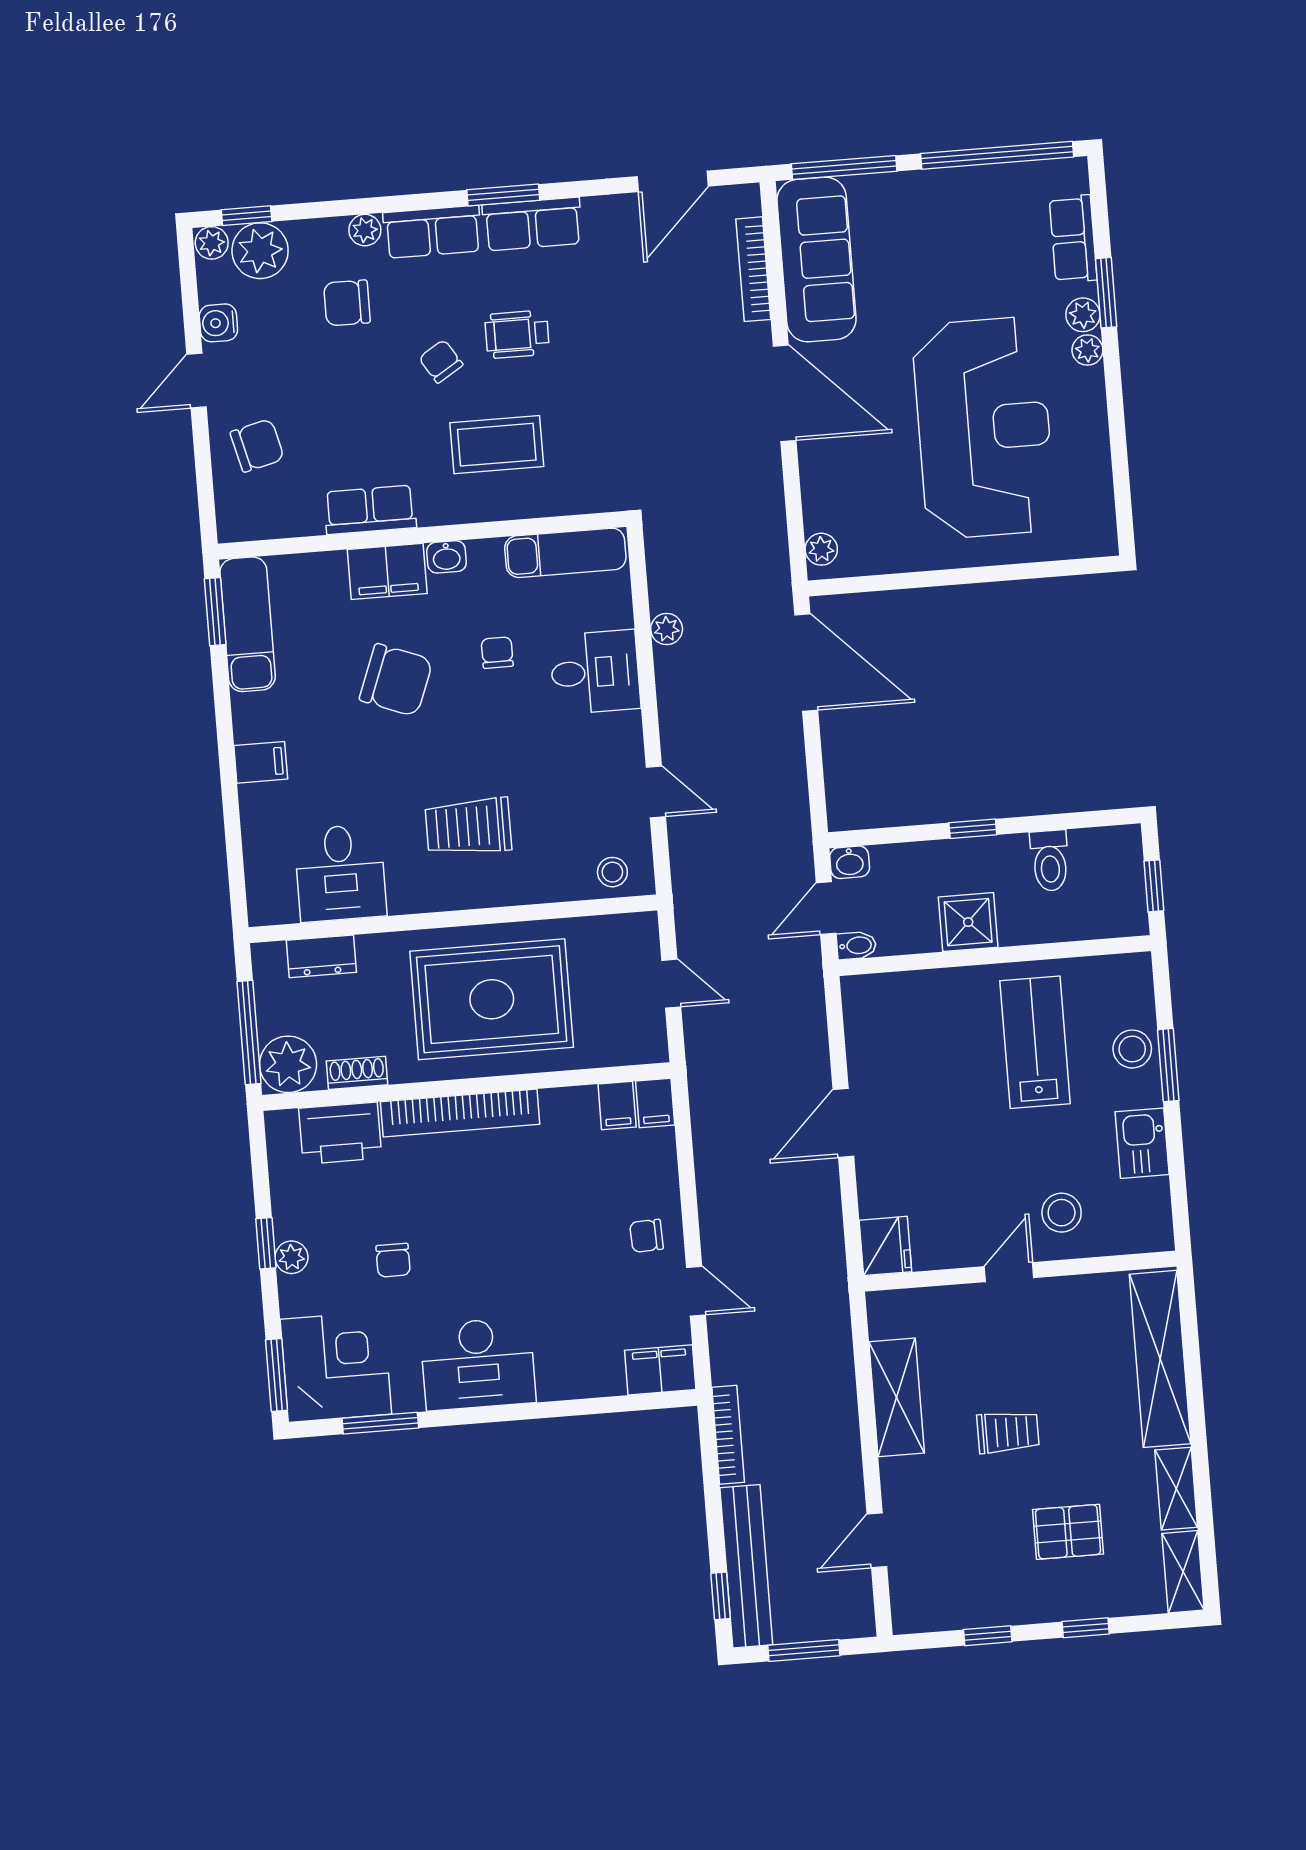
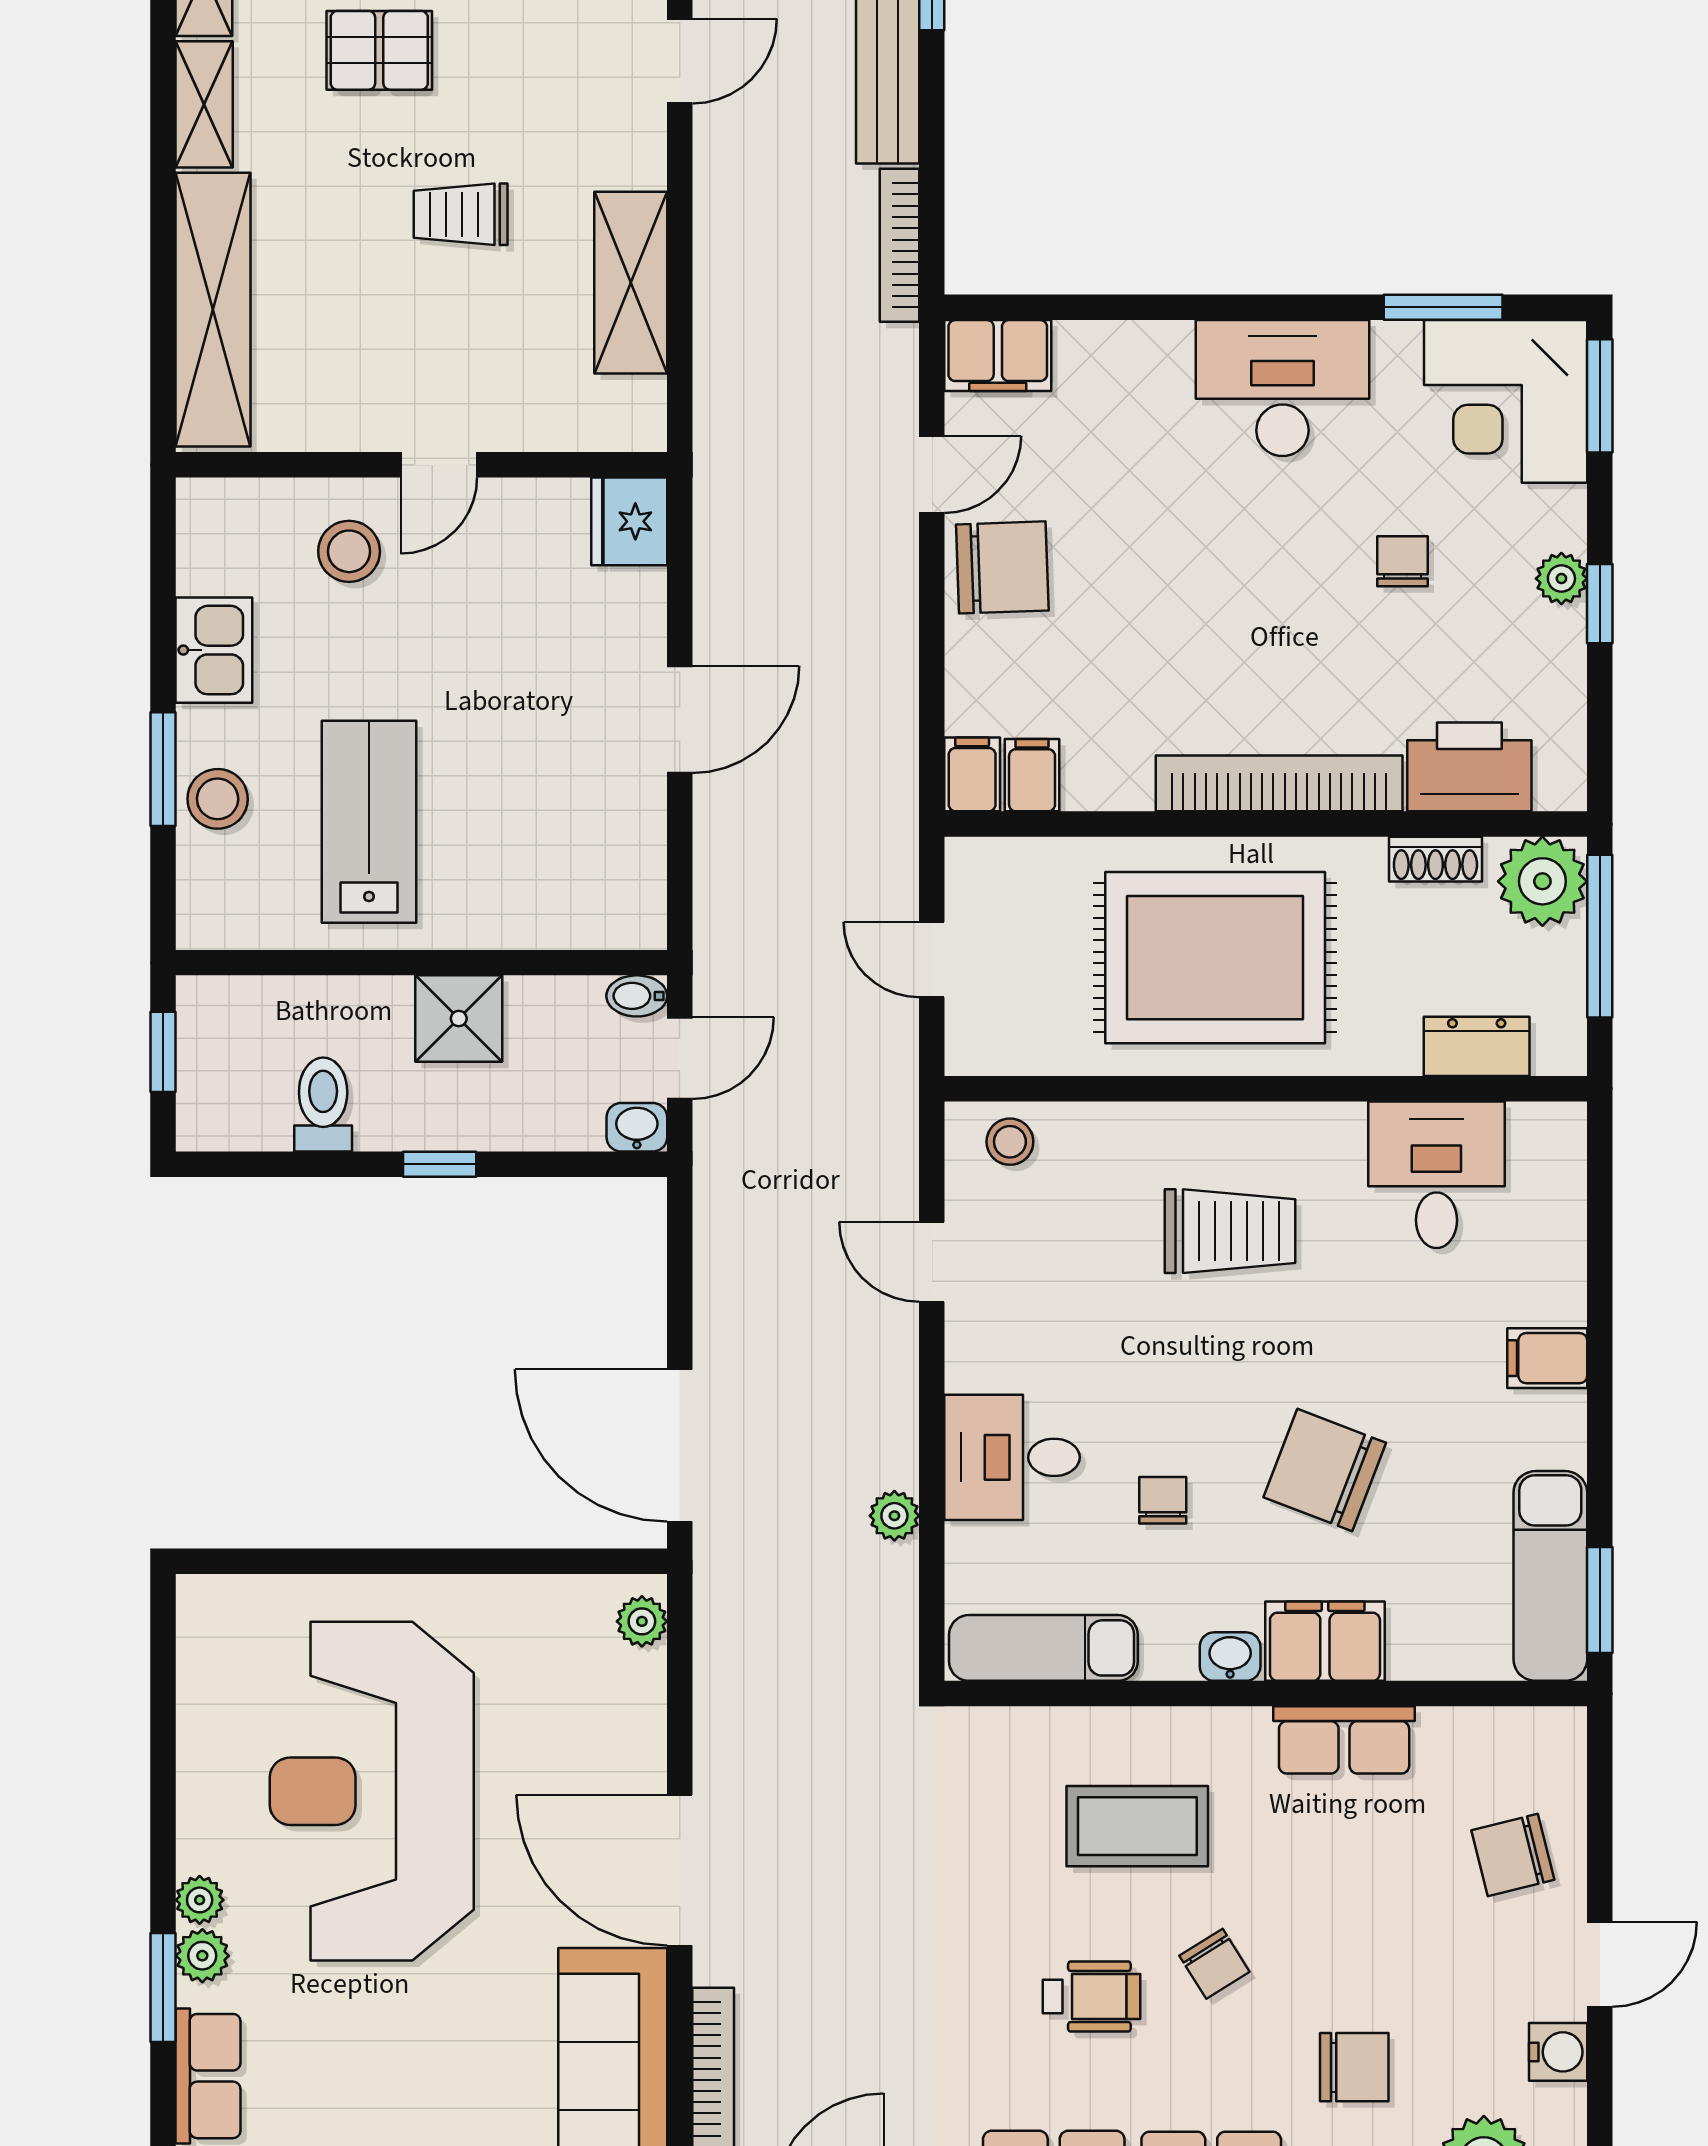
chair: (497, 653) -> (1163, 1500), turned 180
lab bench: (1035, 1042) -> (369, 822), turned 180
chair: (646, 1236) -> (1002, 567), width x1.87, depth x1.87
door: (696, 1291) -> (932, 474), swing flipped

